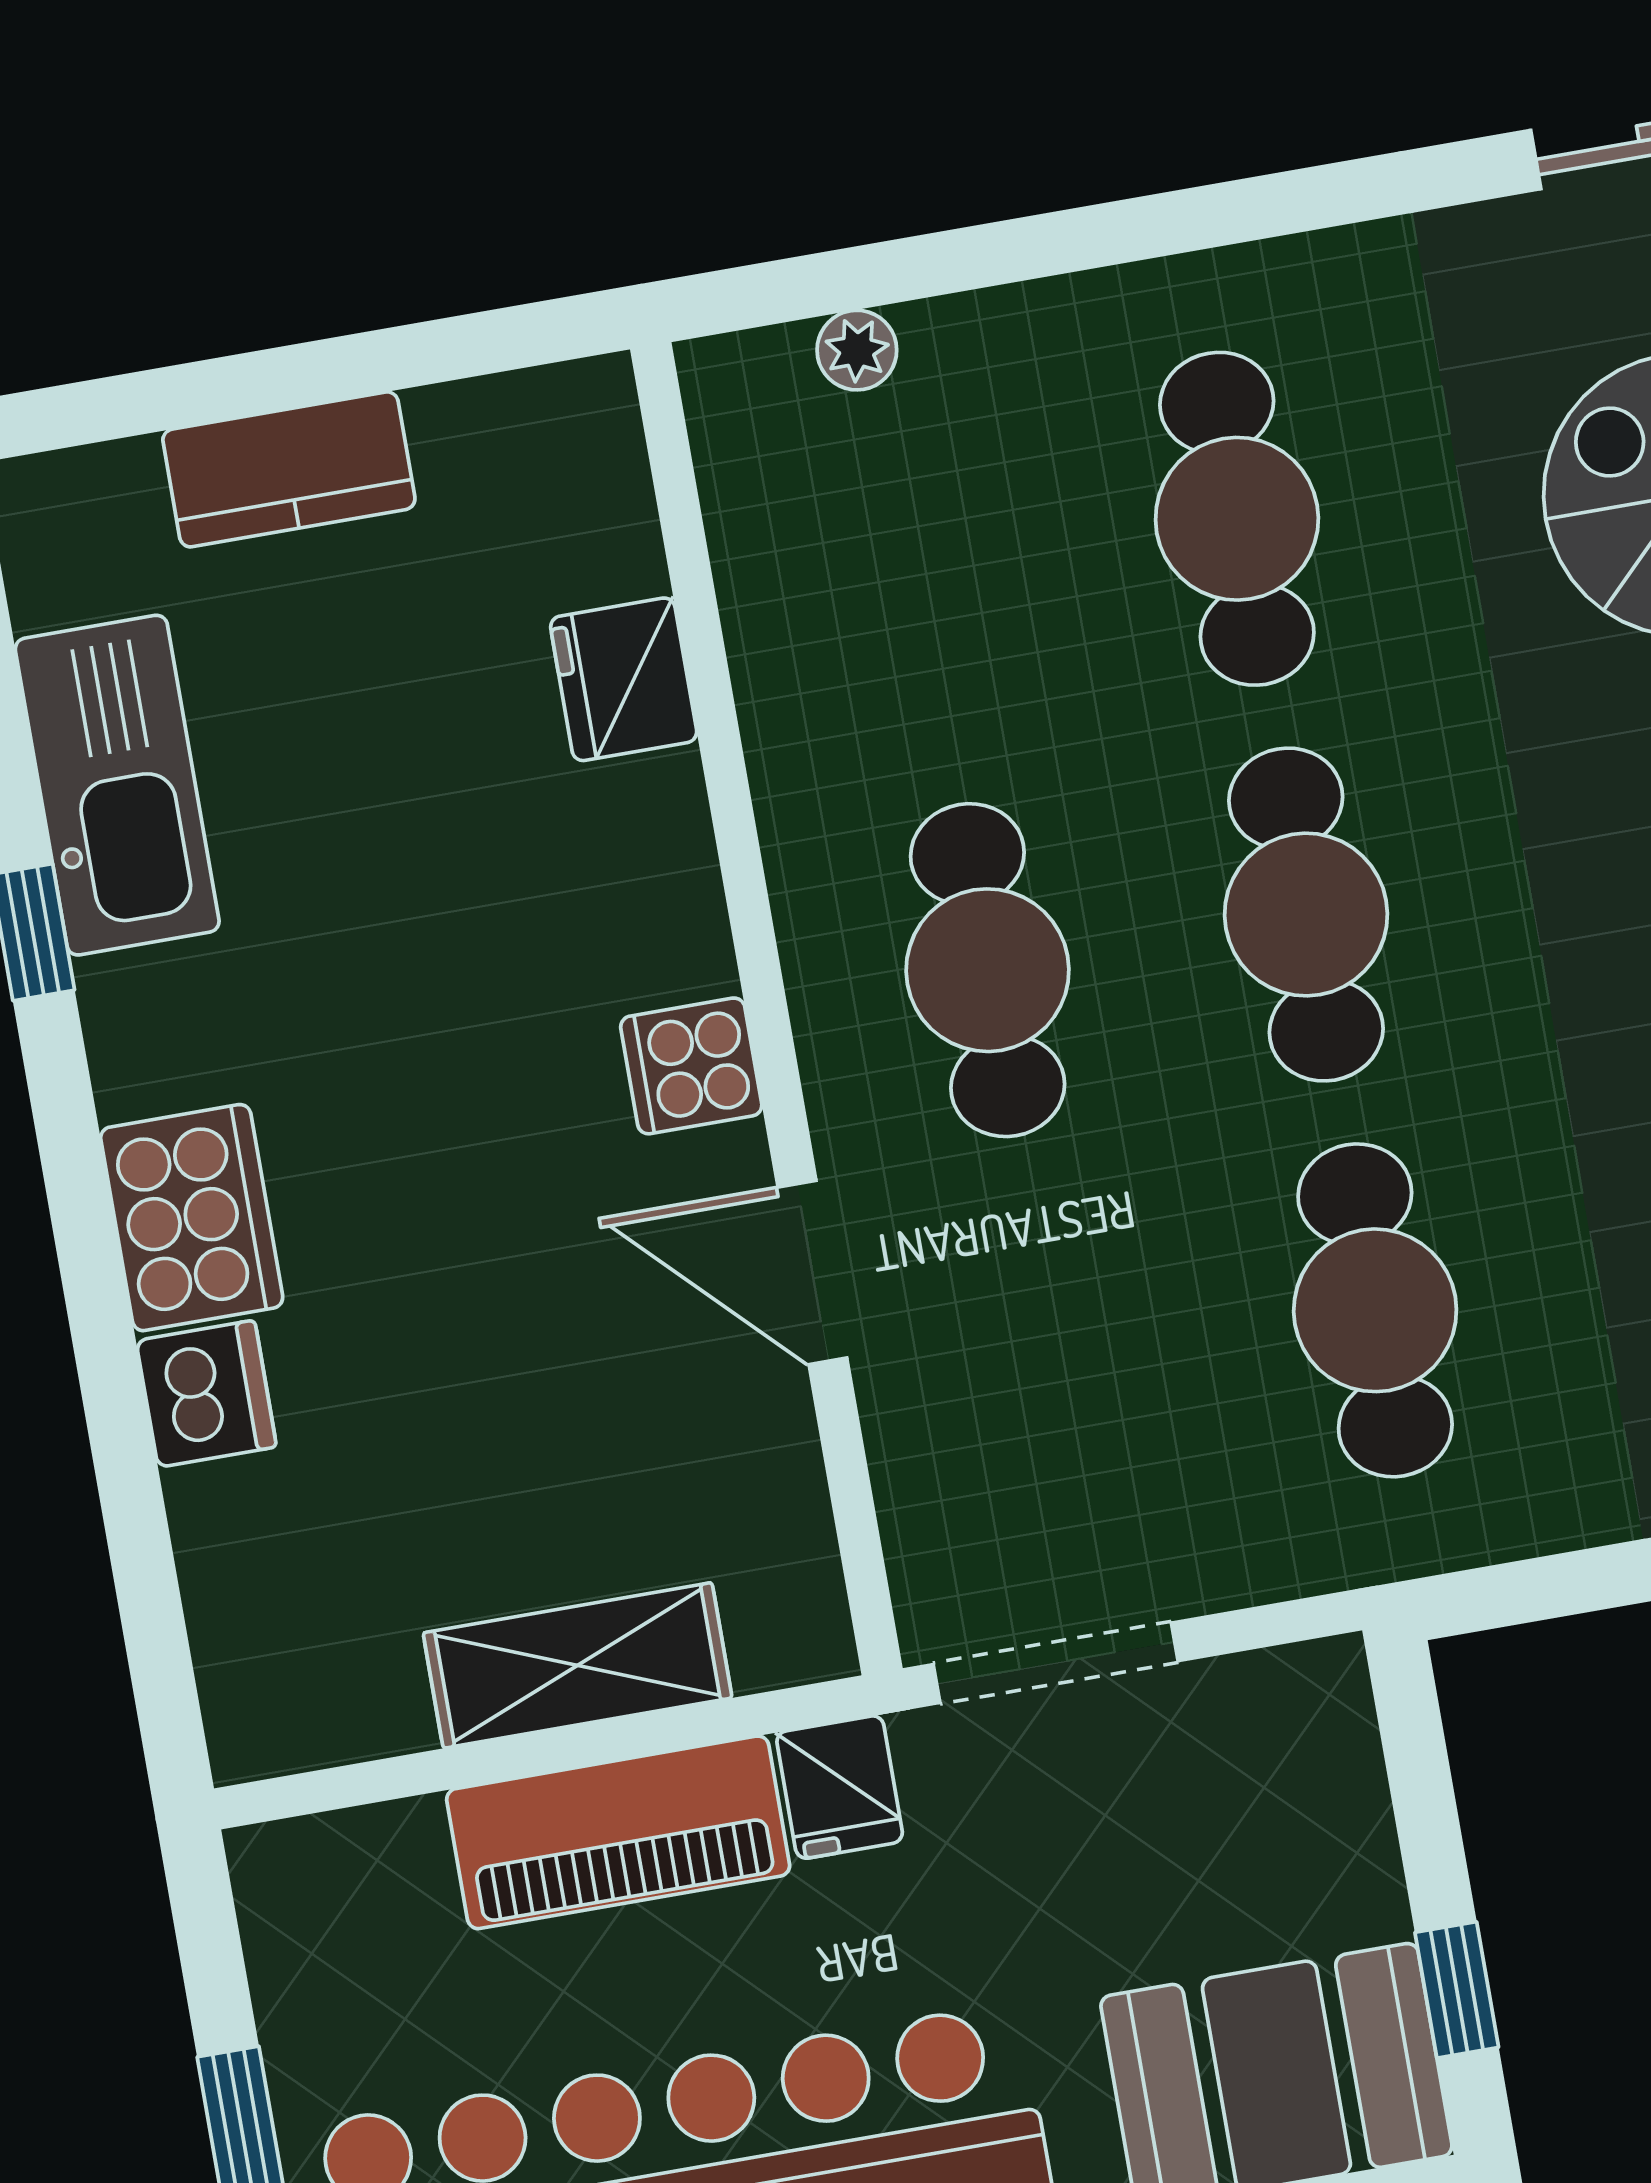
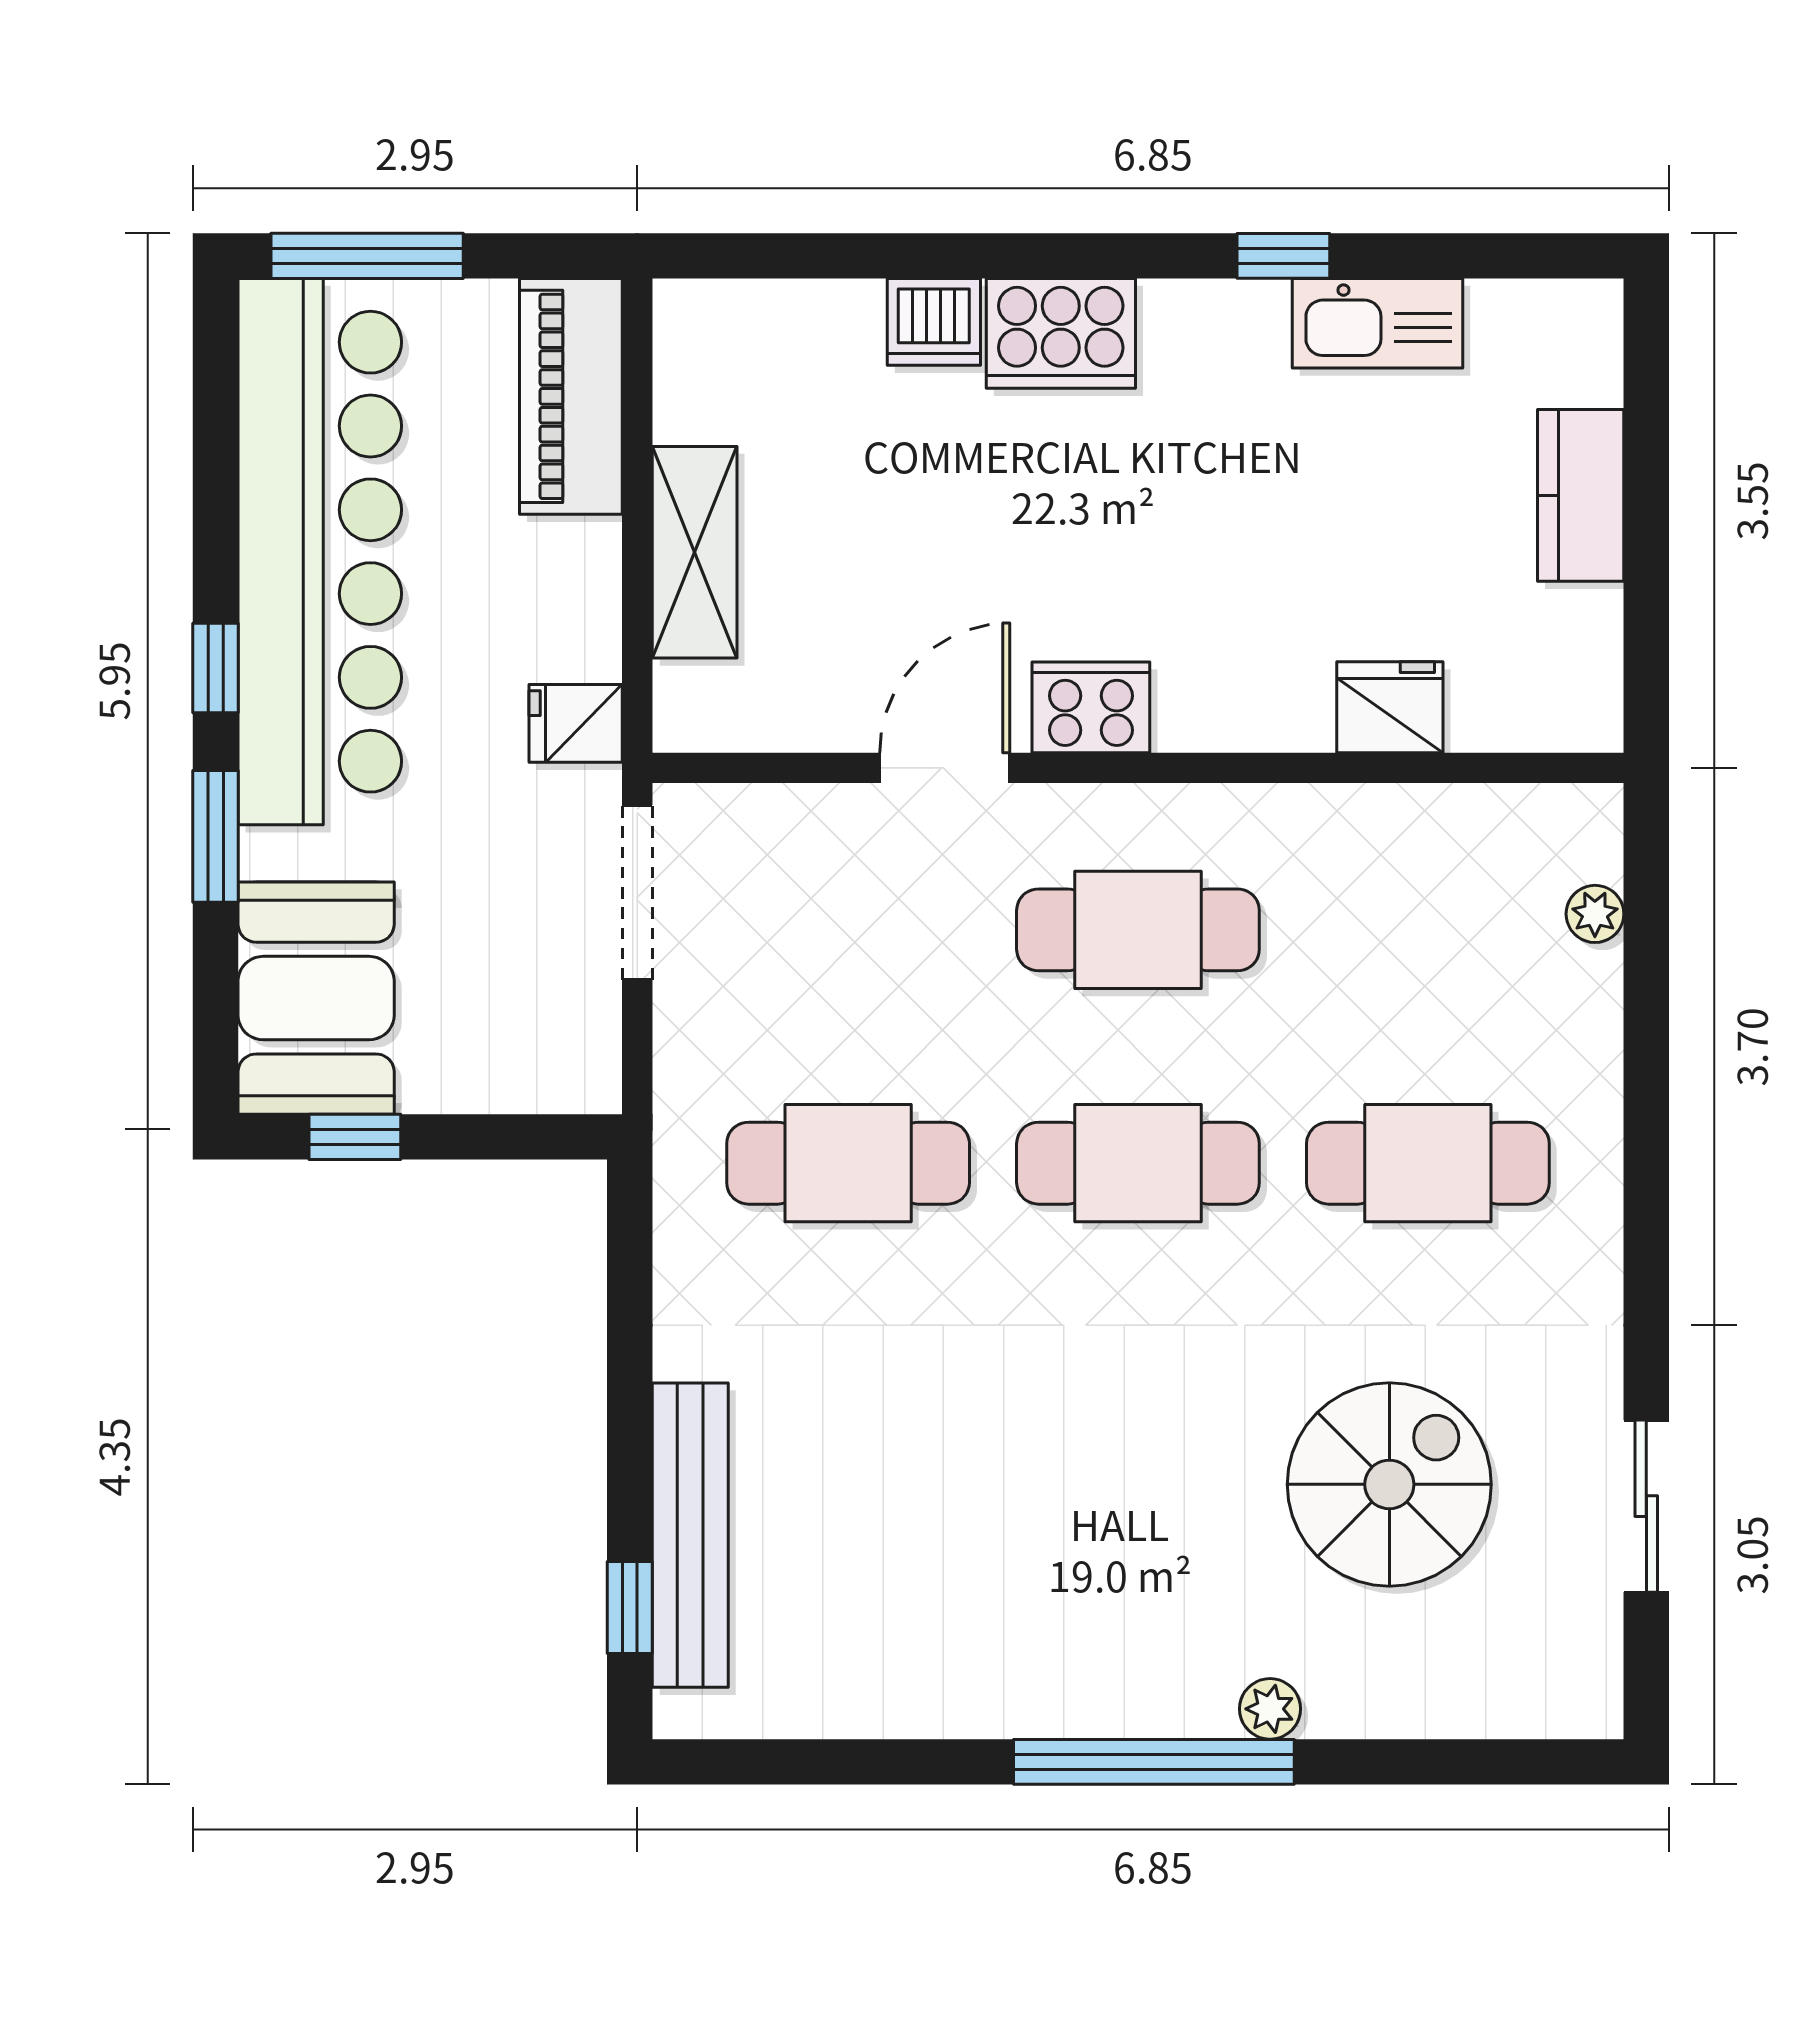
kitchen sink: (117, 785) -> (1377, 323), width x0.73, depth x0.81
cooker: (691, 1066) -> (1091, 707), width x1.36
piano: (618, 1832) -> (571, 396), moved

